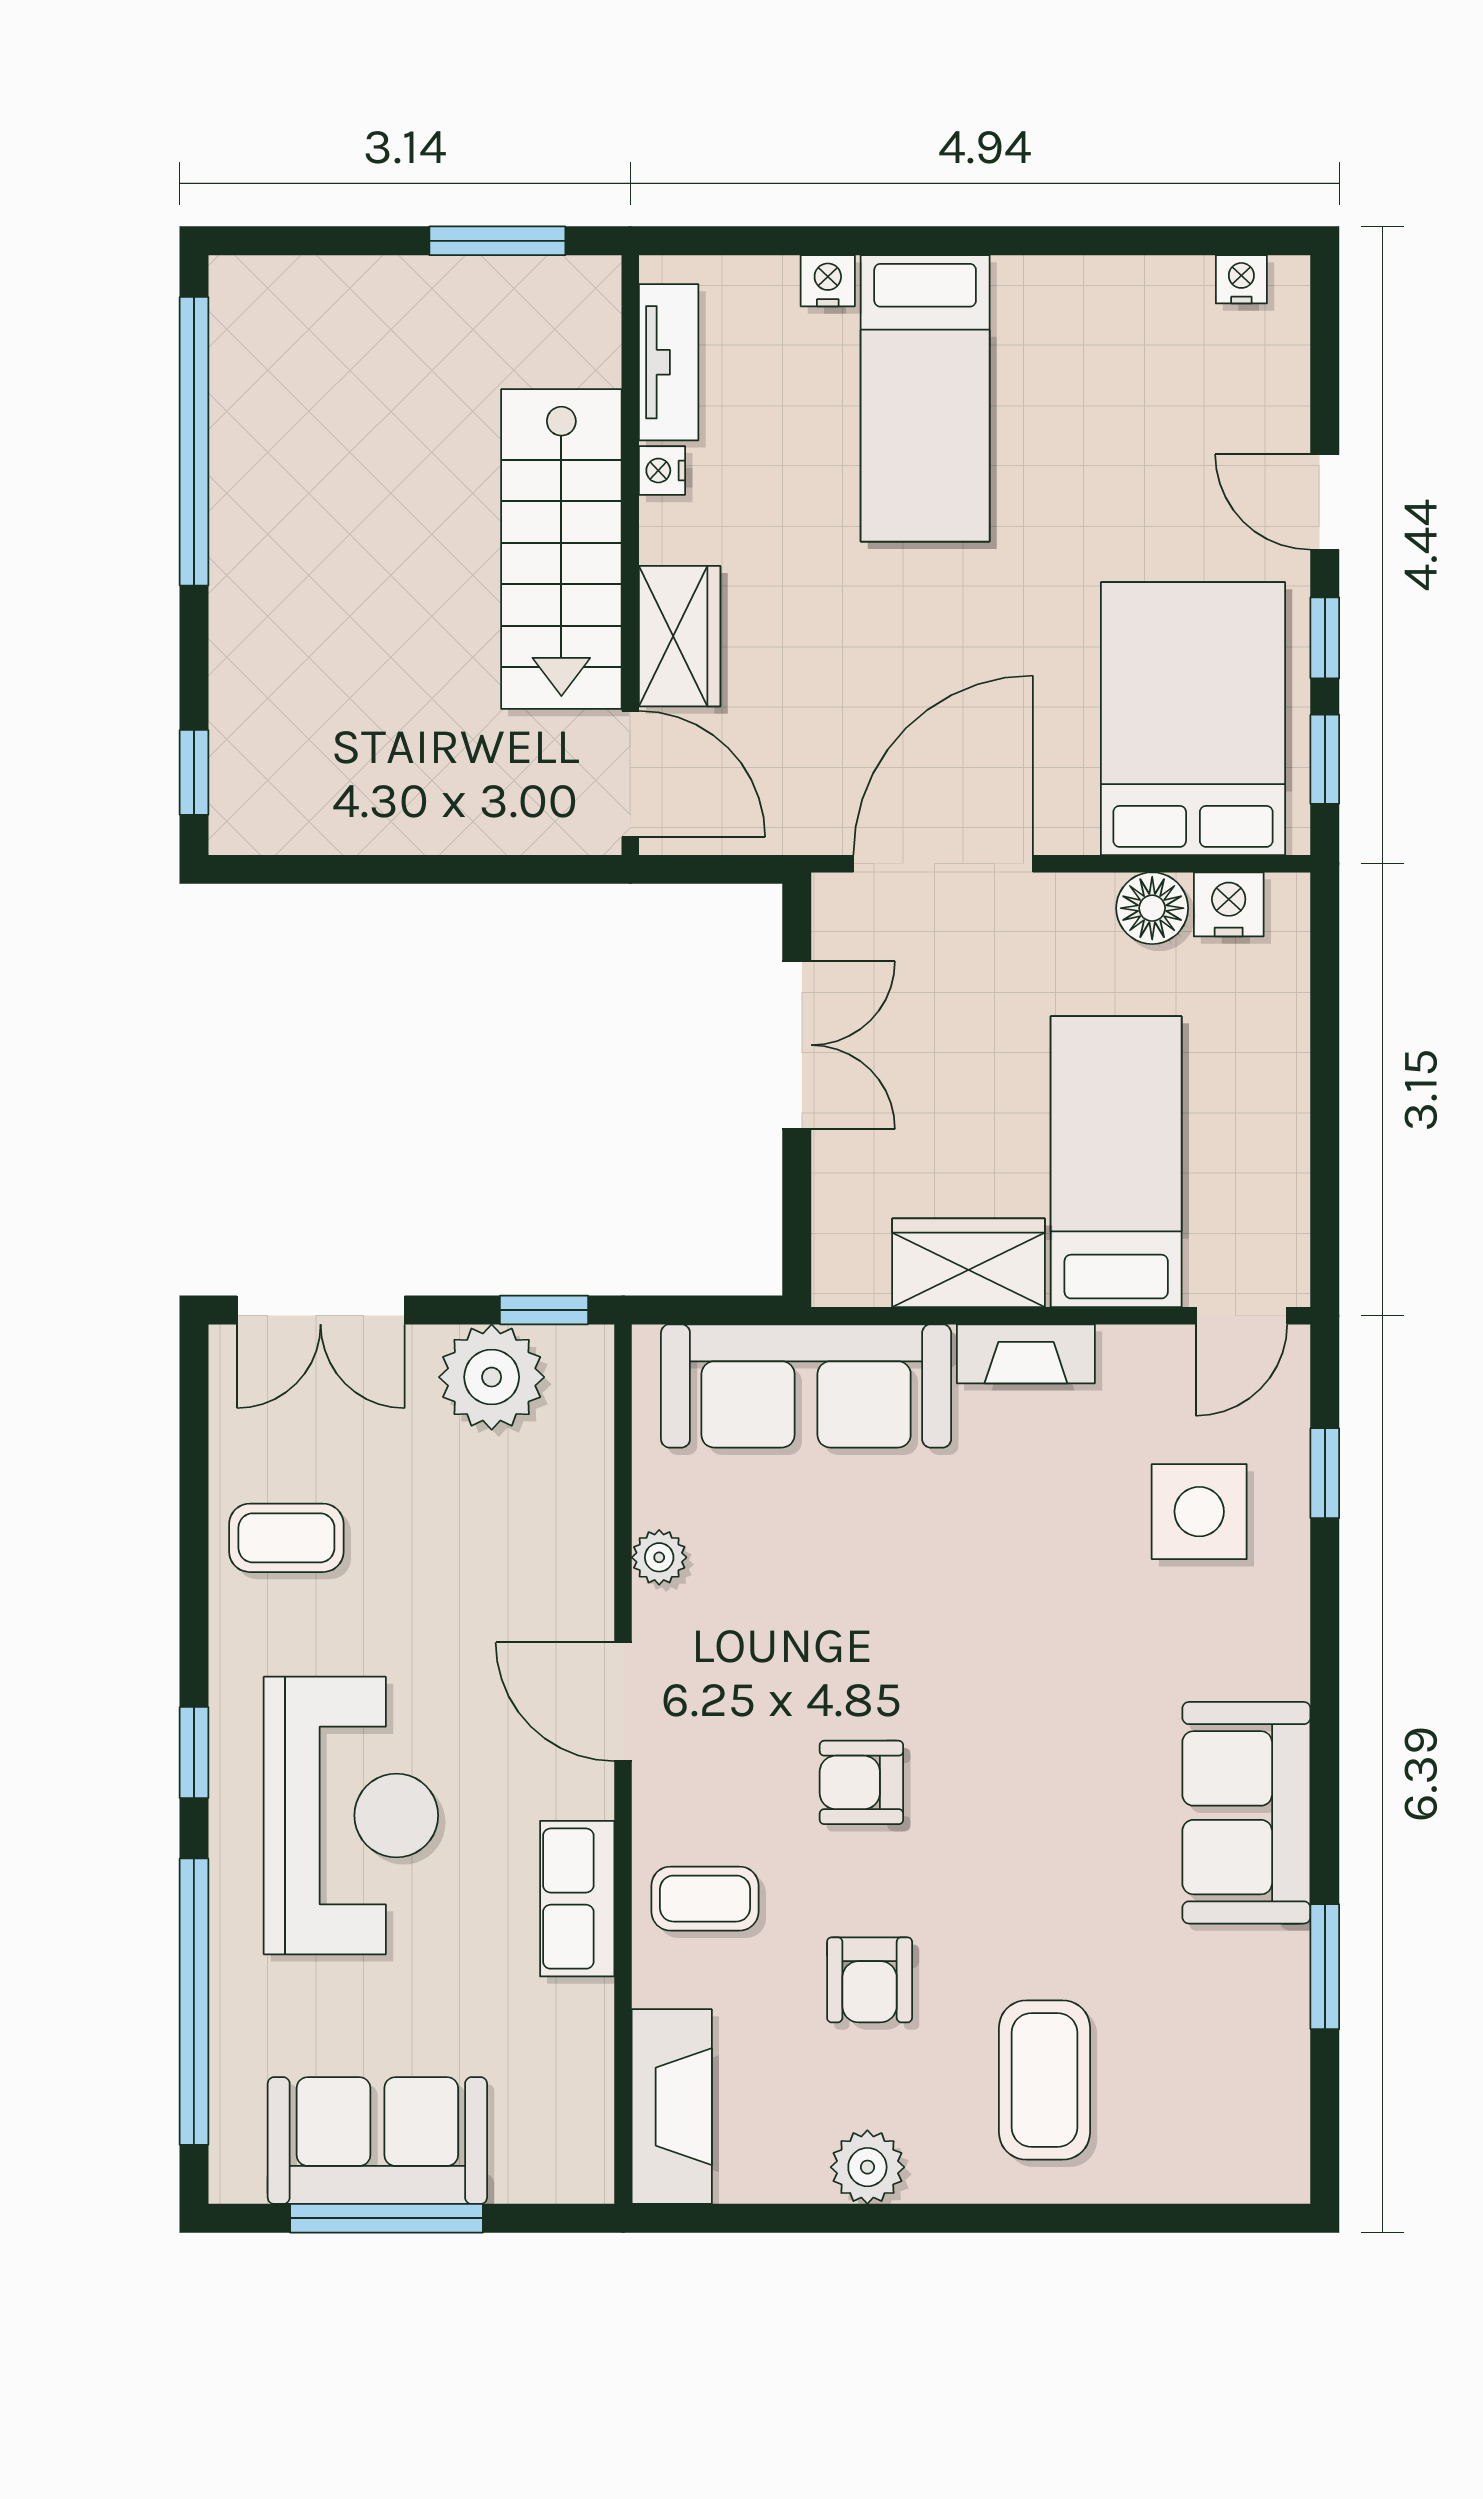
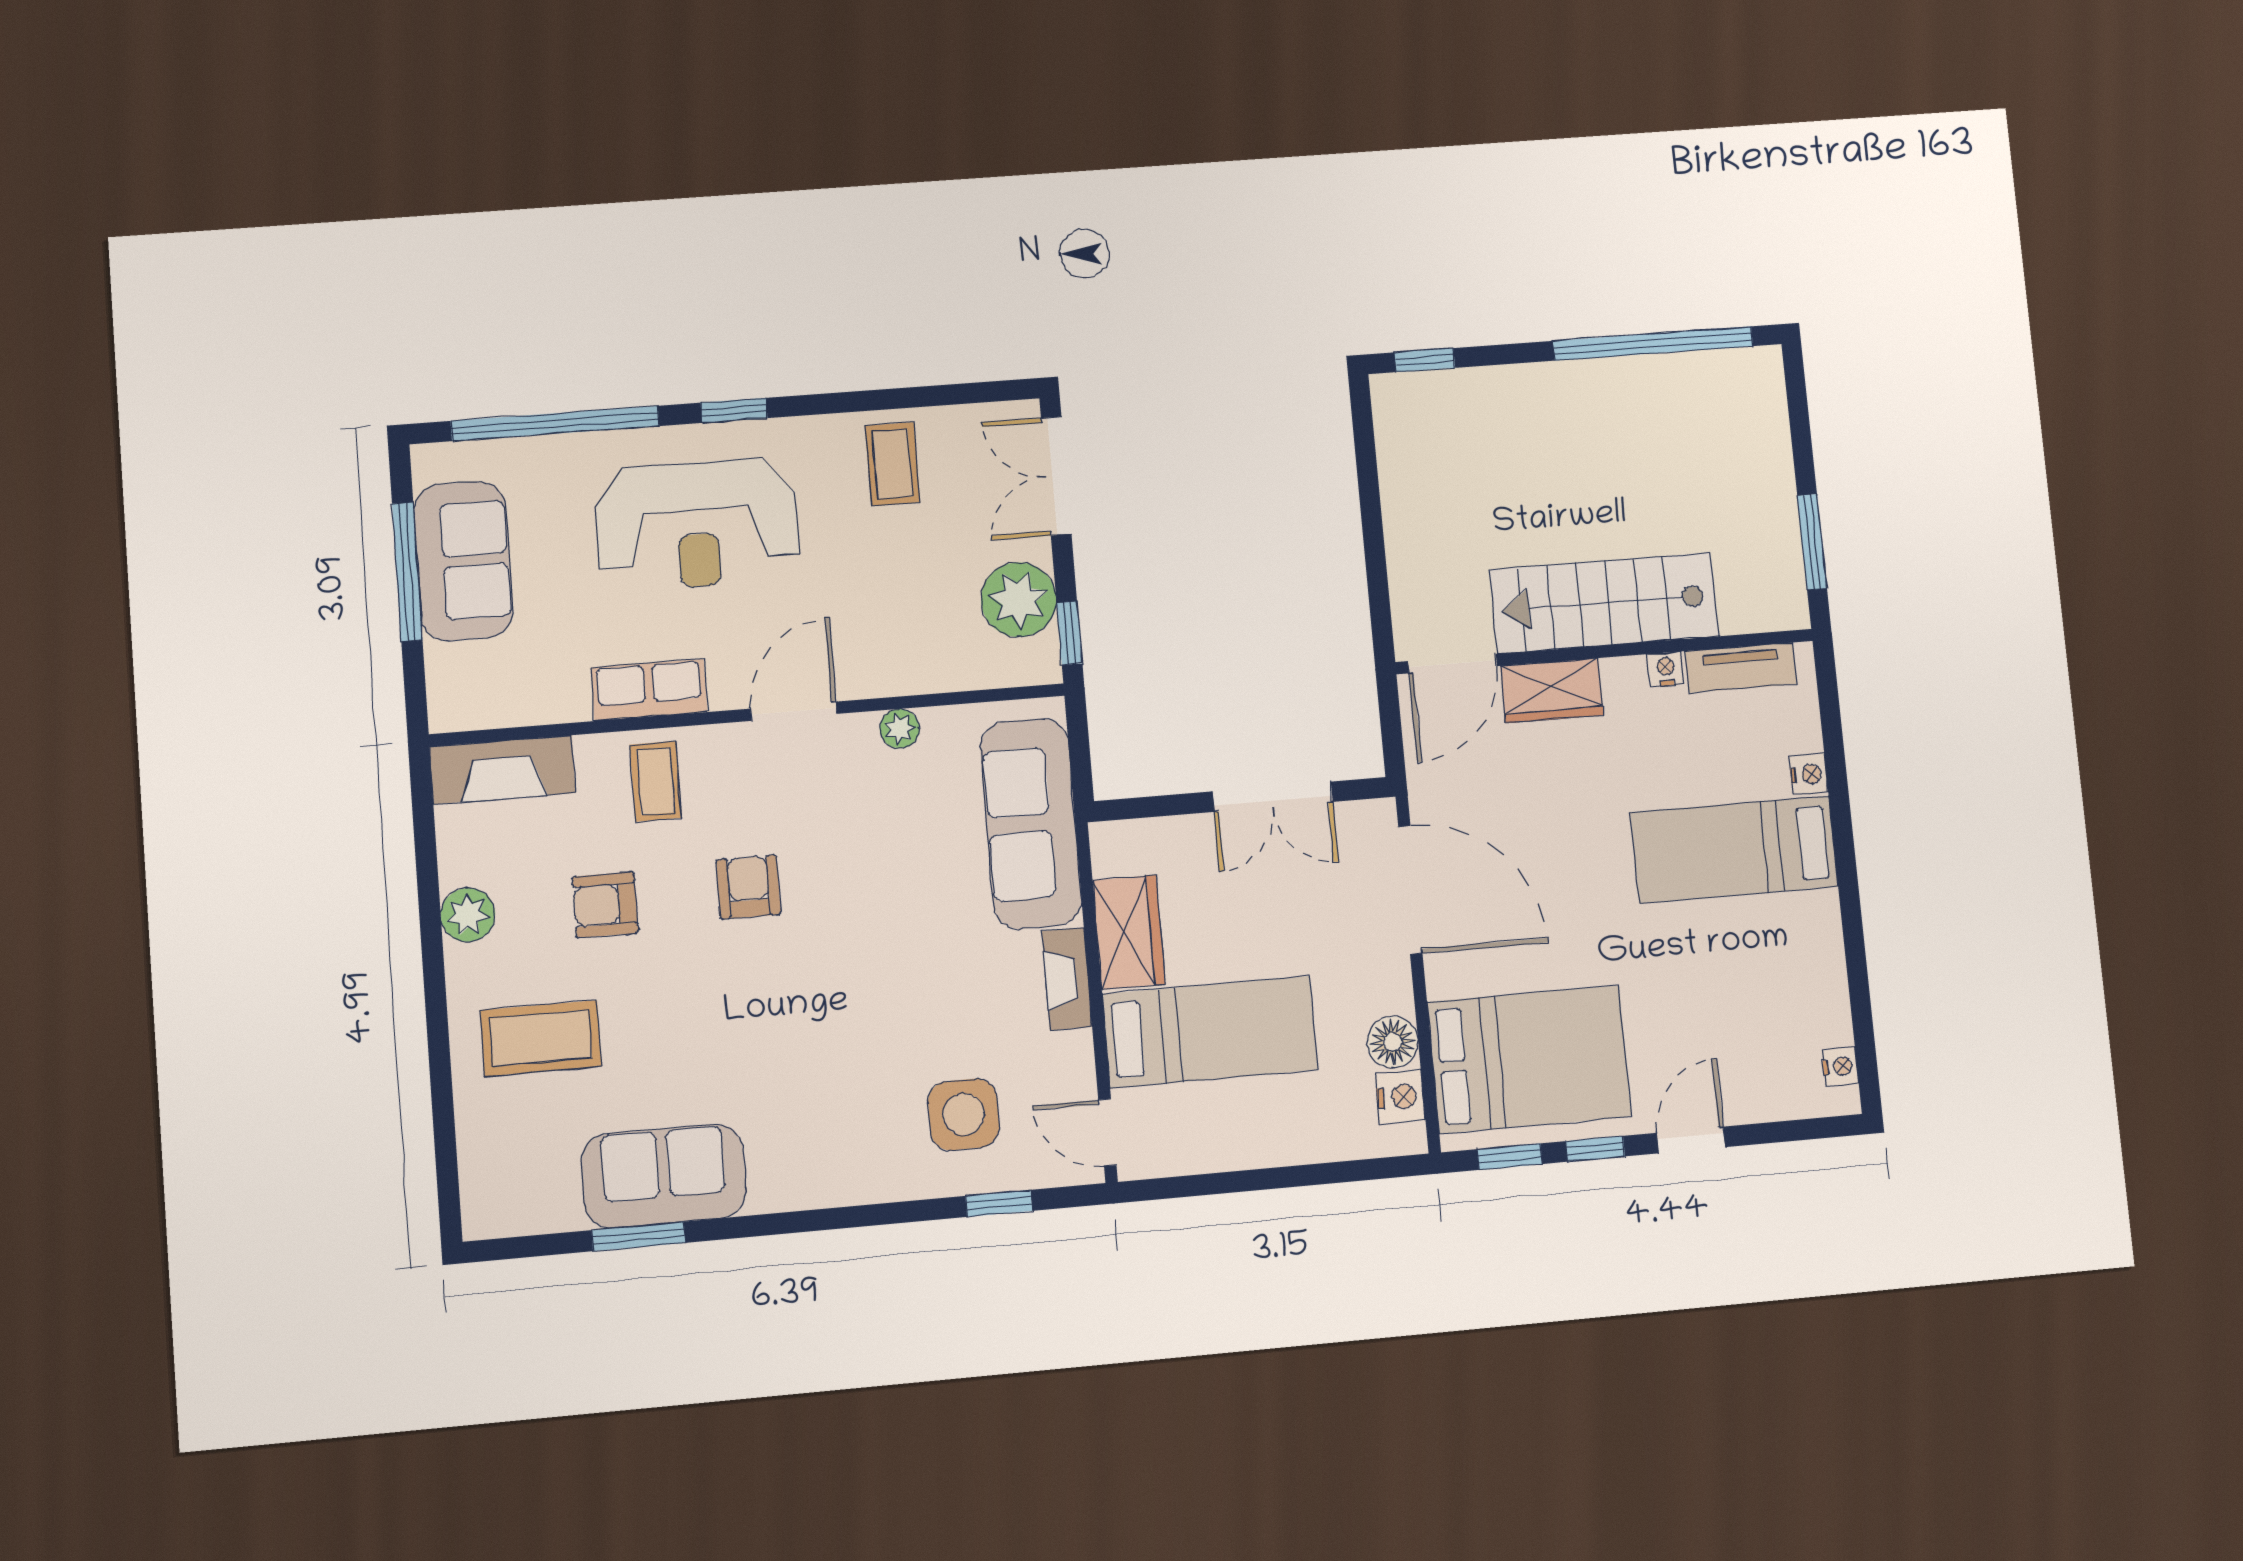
sofa: (1246, 1813) -> (664, 1176), moved

